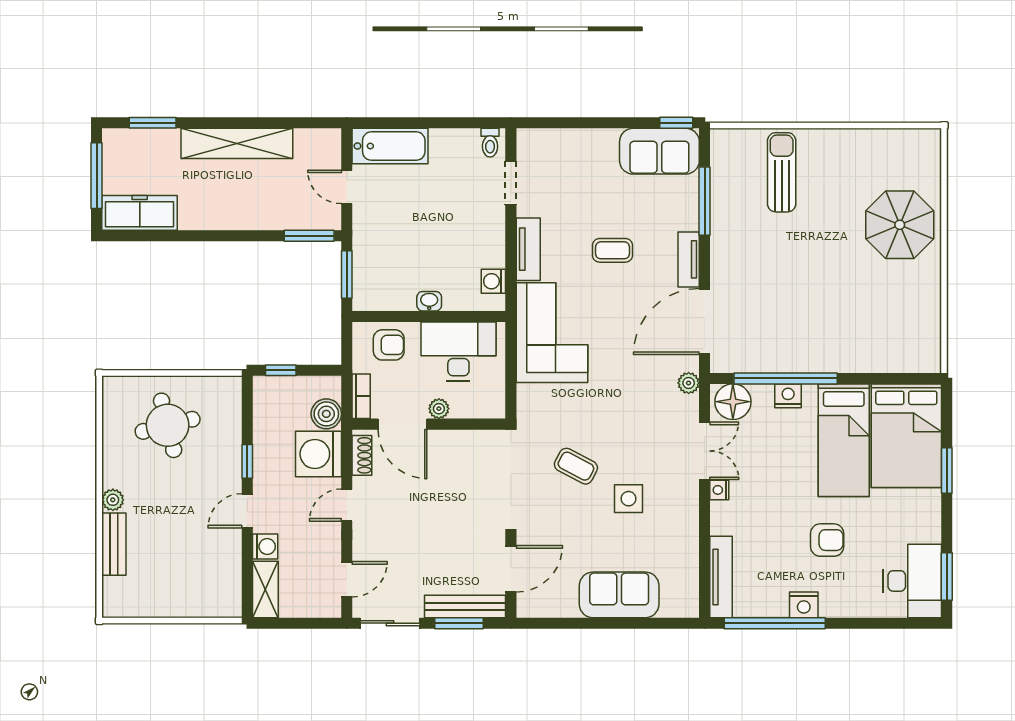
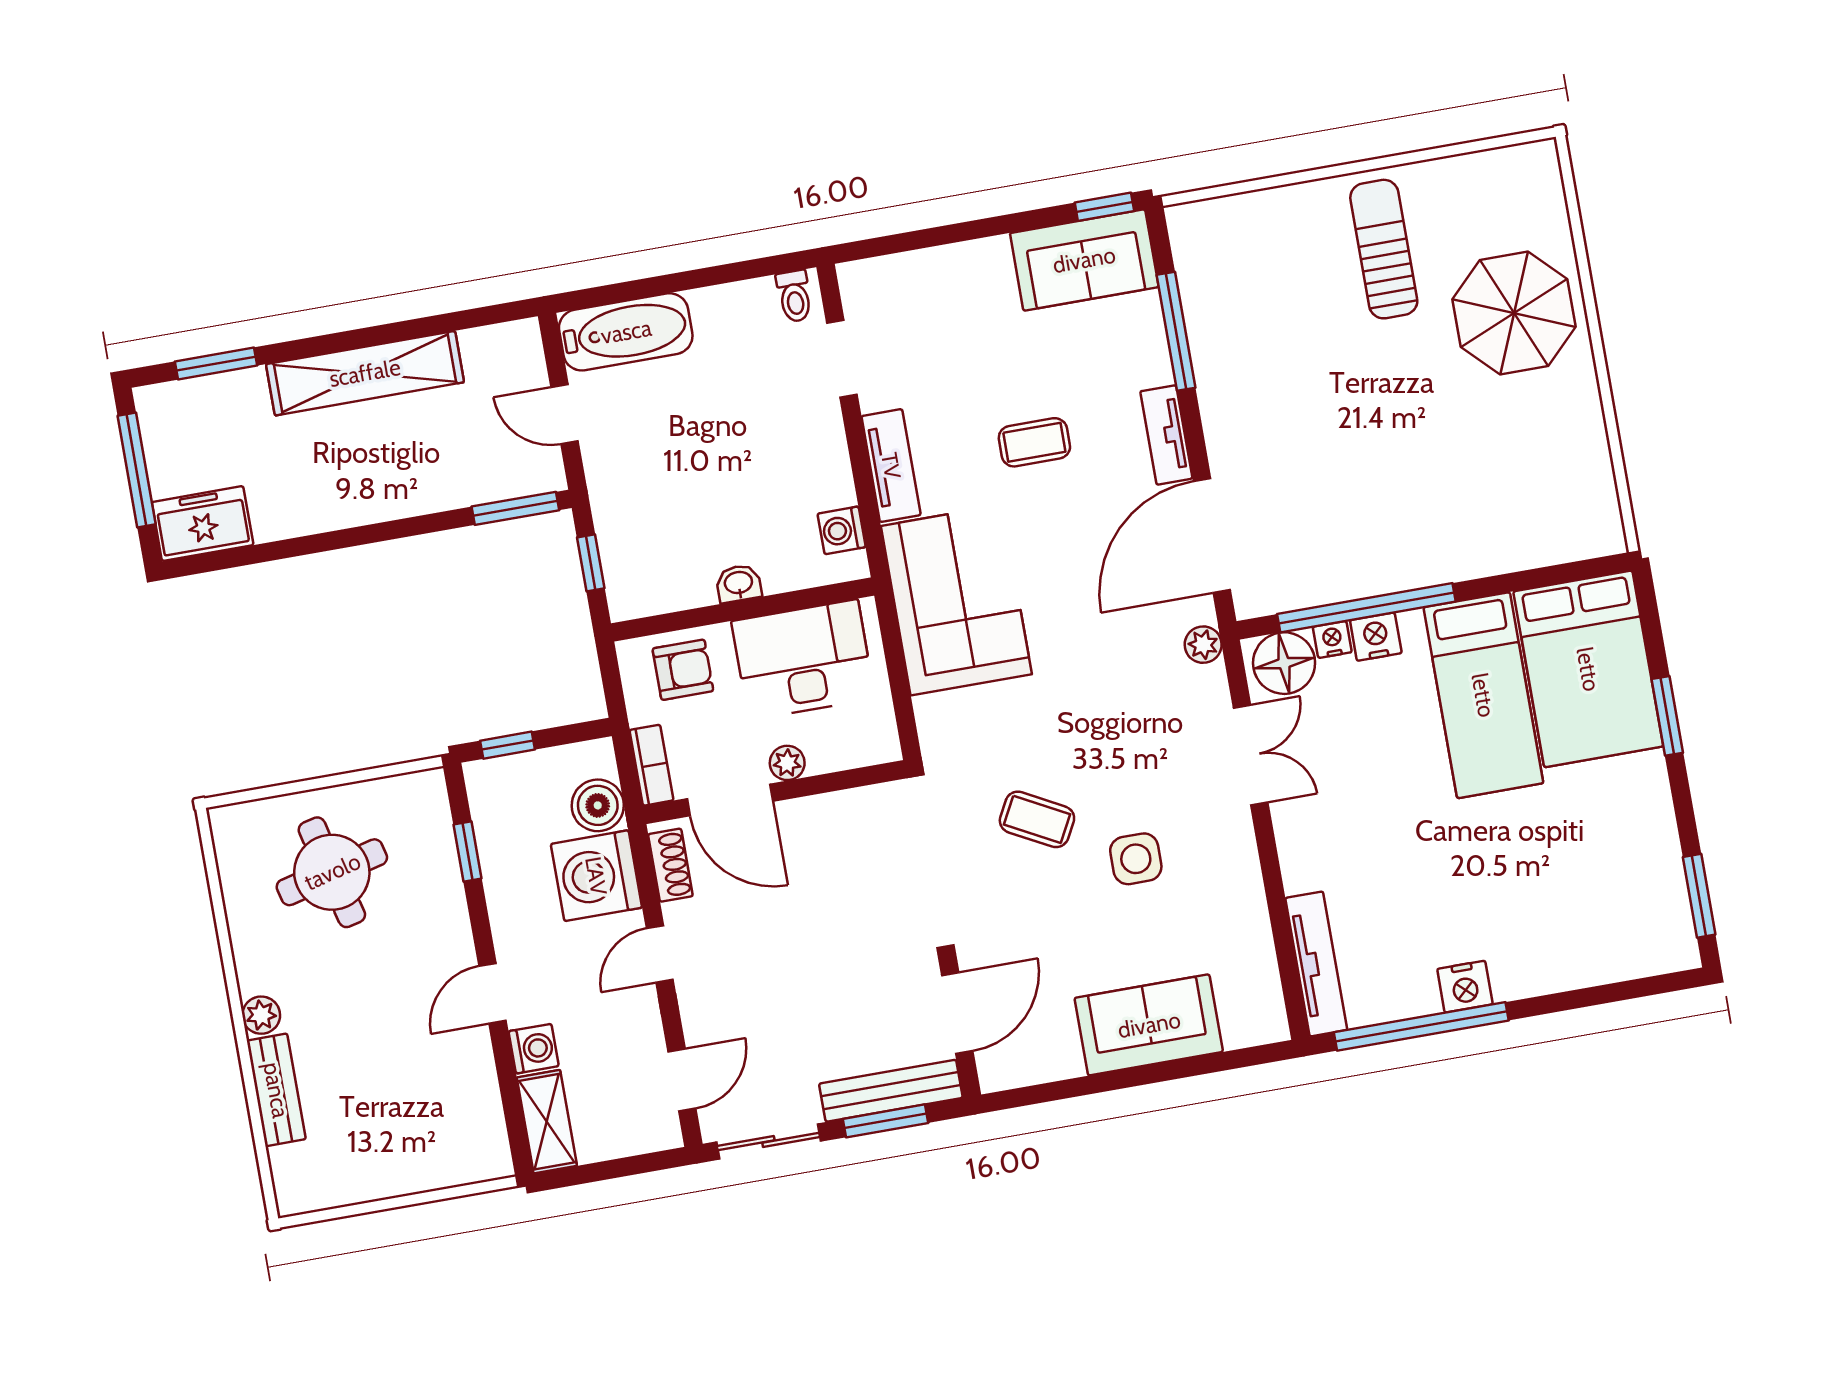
sun lounger: (782, 172) -> (1384, 249), moved
freezer: (140, 213) -> (203, 524), width x0.71
window: (347, 275) -> (591, 563), width x0.67
window: (247, 461) -> (467, 851), moved
nightstand: (719, 490) -> (1332, 639), moved, turned 90
armchair: (827, 540) -> (1485, 870), removed
desk: (912, 581) -> (1642, 914), removed

